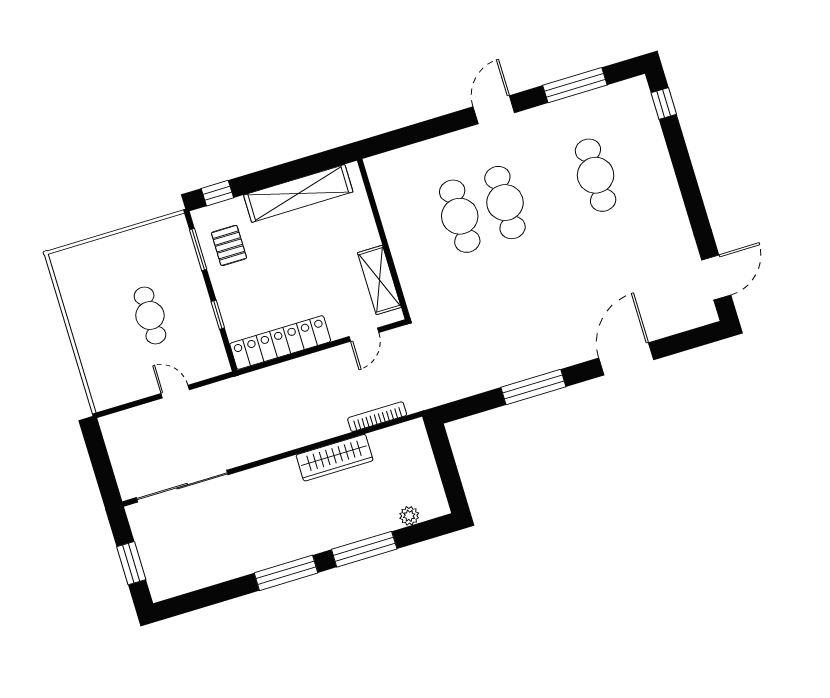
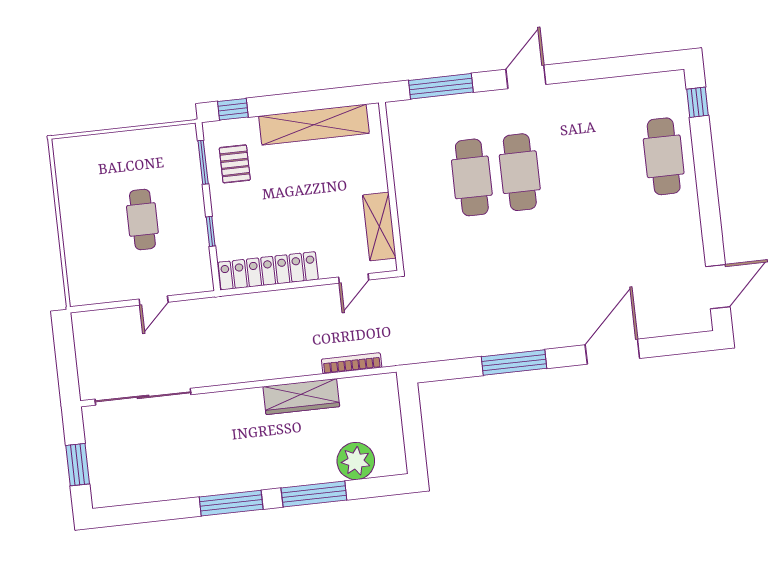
window: (575, 85) -> (441, 86), moved
cafe table: (596, 175) -> (664, 156), moved
door: (175, 392) -> (154, 301), swing flipped
plant: (409, 516) -> (356, 461), width x1.87, depth x1.87

